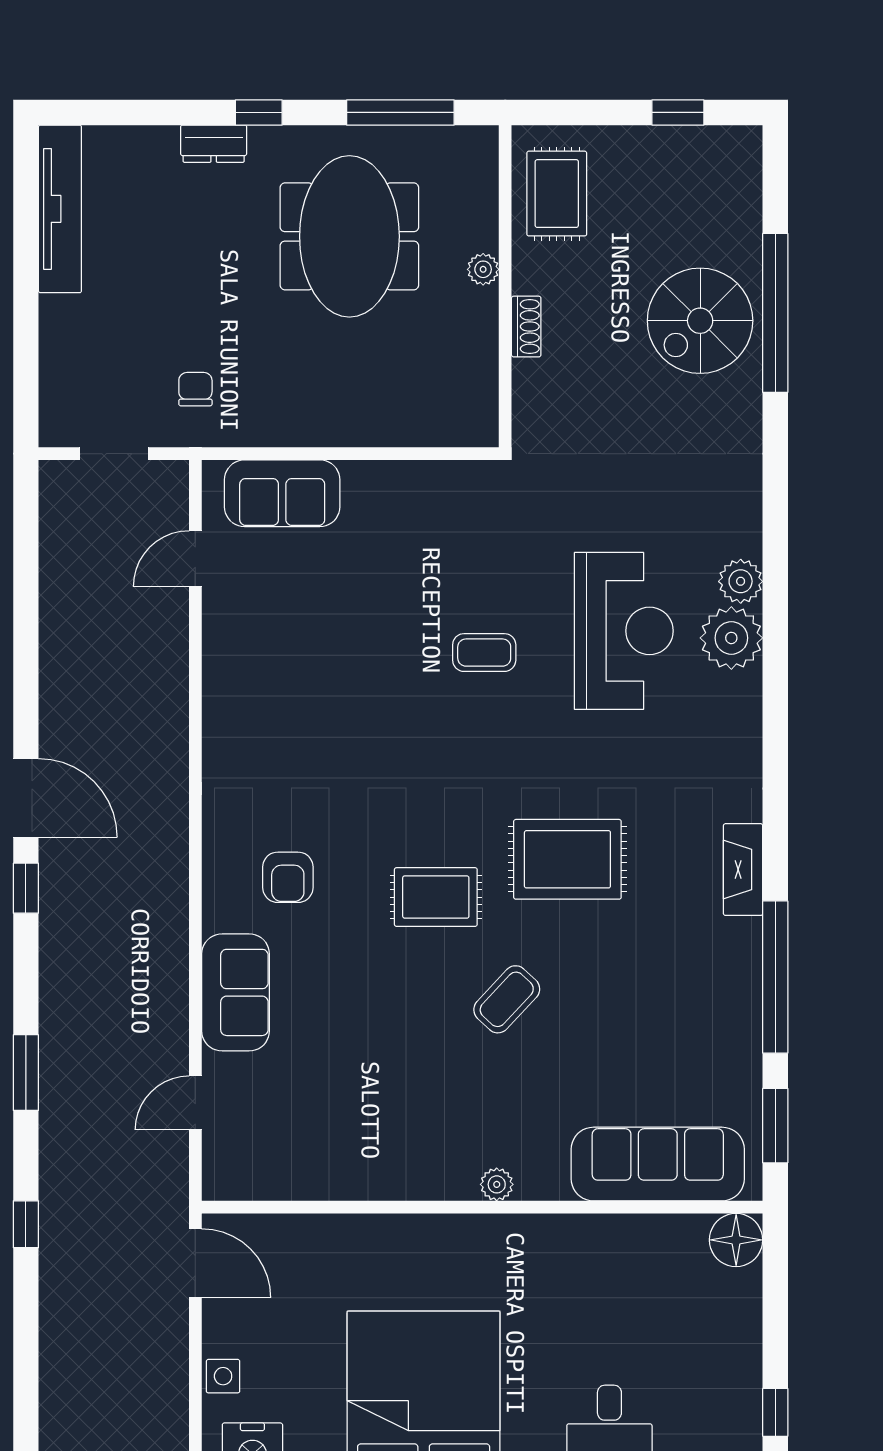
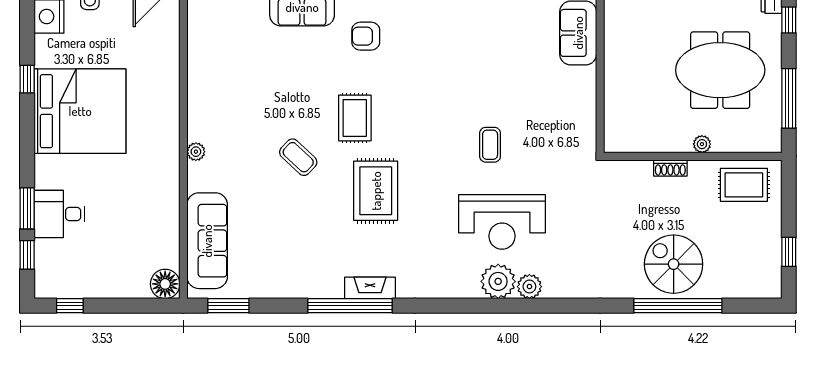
window: (775, 977) -> (350, 306), moved

